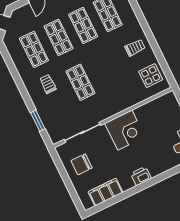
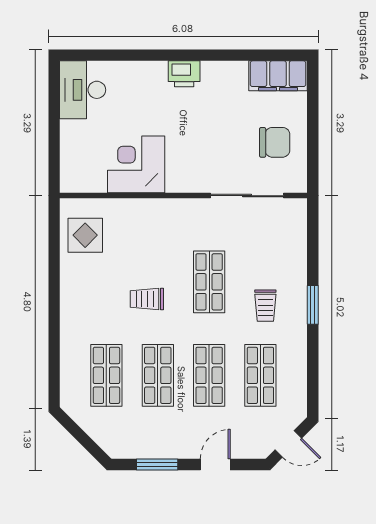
trolley: (135, 48) -> (147, 299), moved
window: (38, 121) -> (313, 305), moved
corner desk: (125, 130) -> (136, 164), moved
filing cabinet: (106, 192) -> (278, 76), moved

